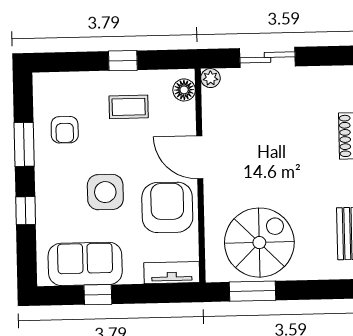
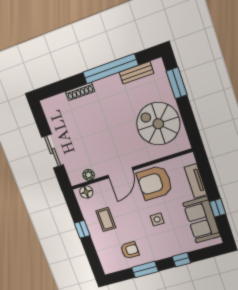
plant: (210, 78) -> (89, 175), moved
side table: (105, 192) -> (157, 219), width x0.54, depth x0.54
tv unit: (172, 273) -> (196, 181), moved
window: (252, 291) -> (177, 83), moved

